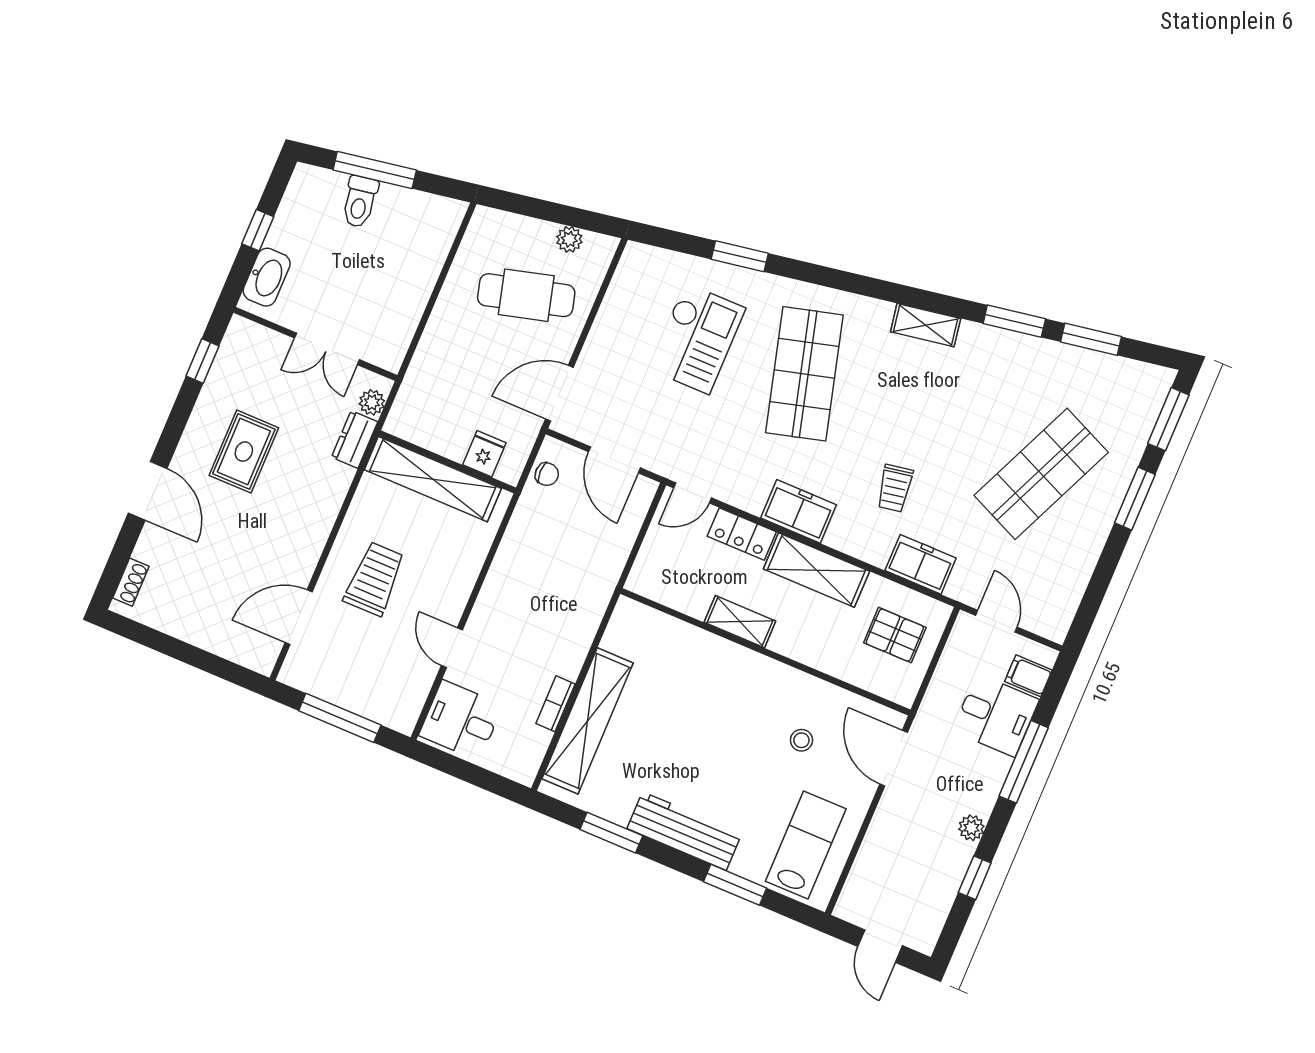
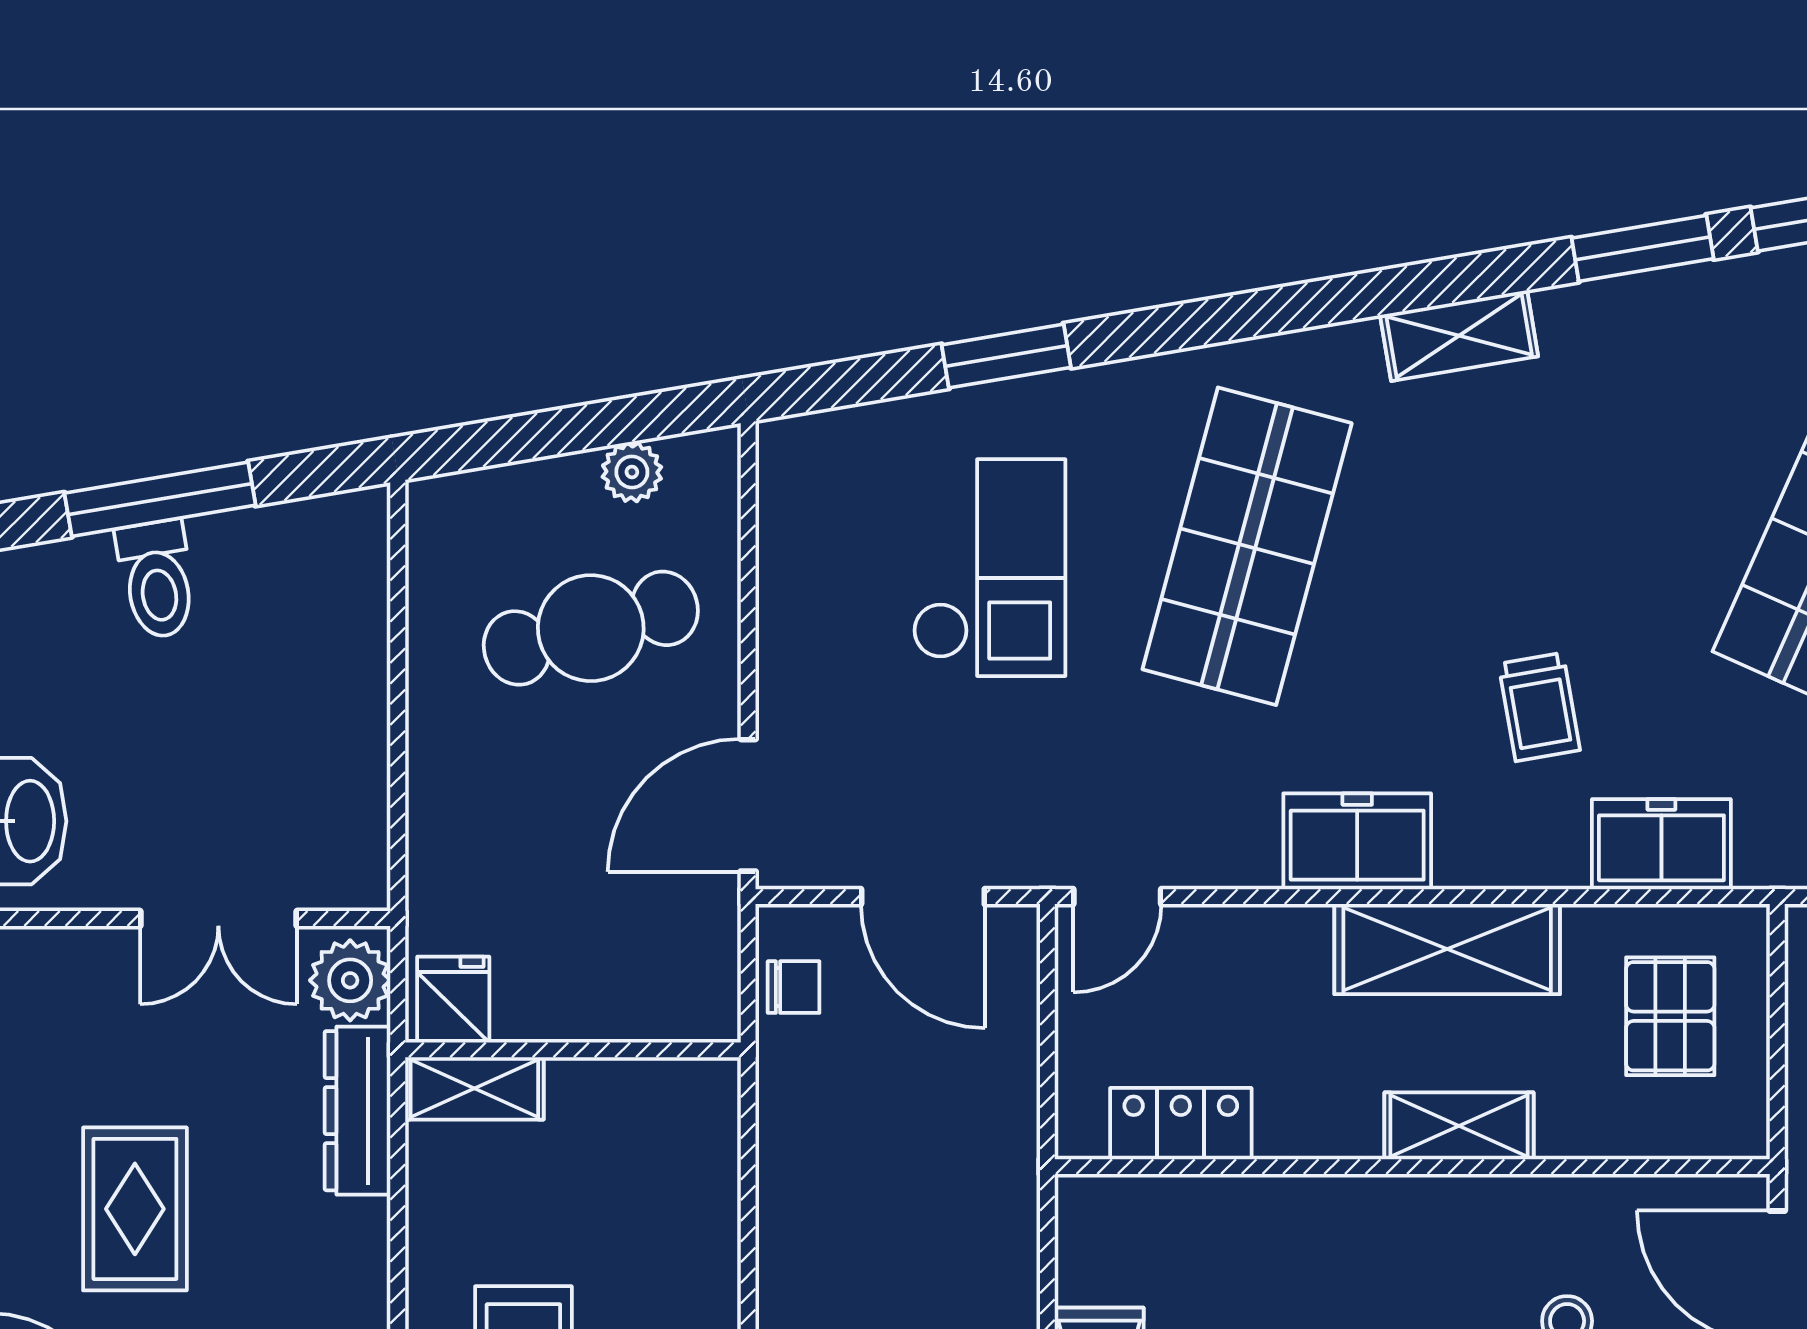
shop shelf: (804, 374) -> (1247, 546), turned 30
plant: (372, 402) -> (350, 980), width x1.38, depth x1.38
dresser: (355, 439) -> (358, 1111), width x1.44
fridge: (484, 454) -> (453, 1000), moved
shelving: (433, 479) -> (474, 1088), width x0.45, depth x0.75
locker: (742, 534) -> (1181, 1124), moved, turned 180
shelving: (740, 622) -> (1459, 1126), moved
pallet: (895, 635) -> (1670, 1016), turned 90

